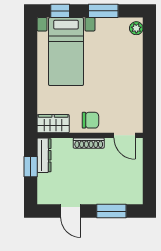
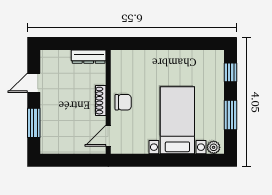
bed with nightstands: (66, 52) -> (177, 120), moved, turned 90
chair: (90, 120) -> (123, 102), turned -90
wardrobe: (53, 124) -> (120, 66), removed
window: (31, 167) -> (77, 43), removed

